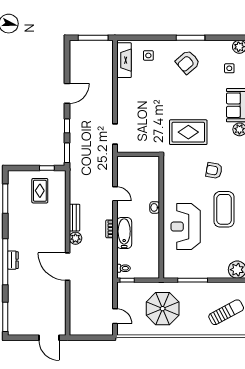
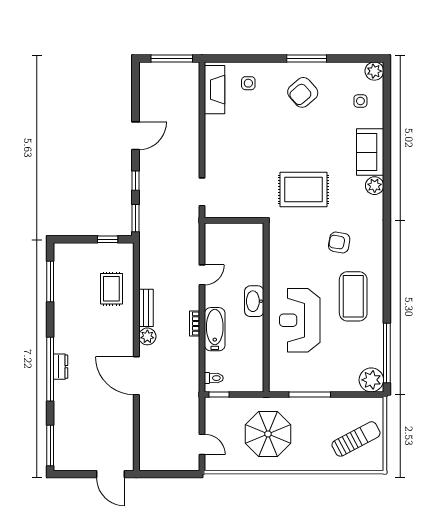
rug: (40, 191) -> (111, 289), moved
door: (115, 194) -> (202, 275), hinge flipped
washbasin: (155, 207) -> (254, 301), width x1.91, depth x1.45

